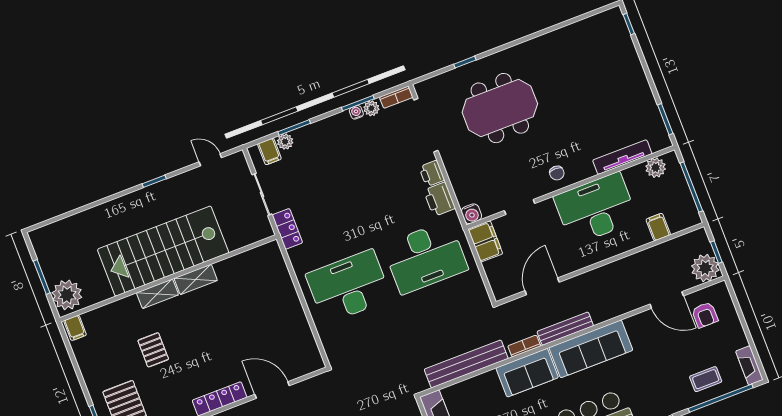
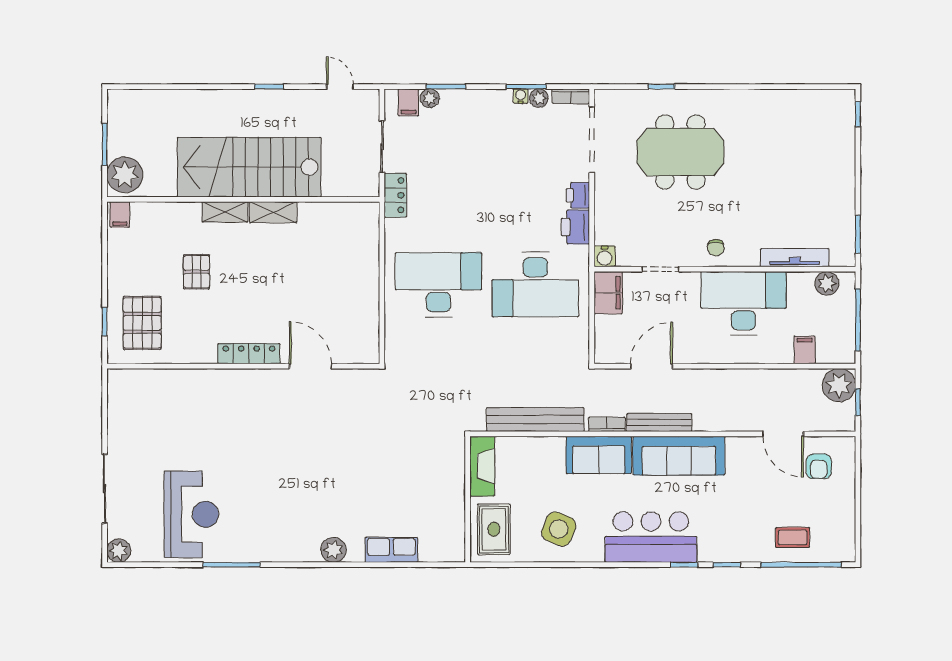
plant: (705, 268) -> (839, 385), moved
fireplace: (749, 365) -> (846, 541), removed

